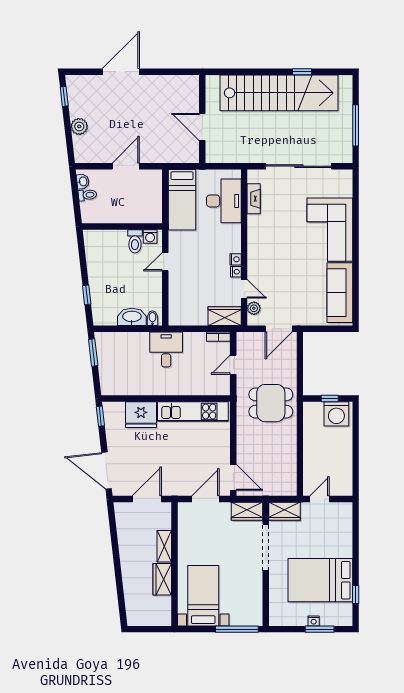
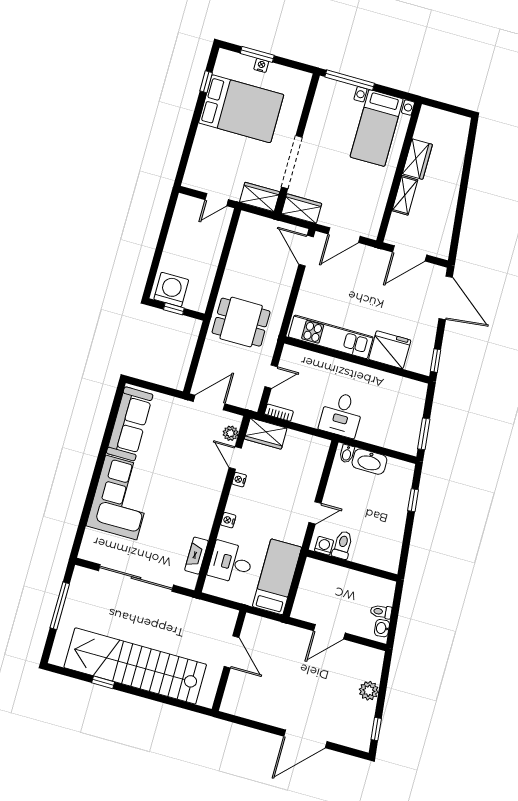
desk: (224, 201) -> (231, 562), width x0.73
nightstand: (236, 259) -> (228, 520), moved

